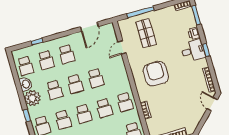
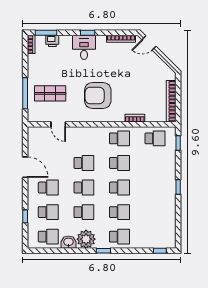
door: (89, 27) -> (25, 167), moved
printer: (194, 33) -> (52, 41), moved

